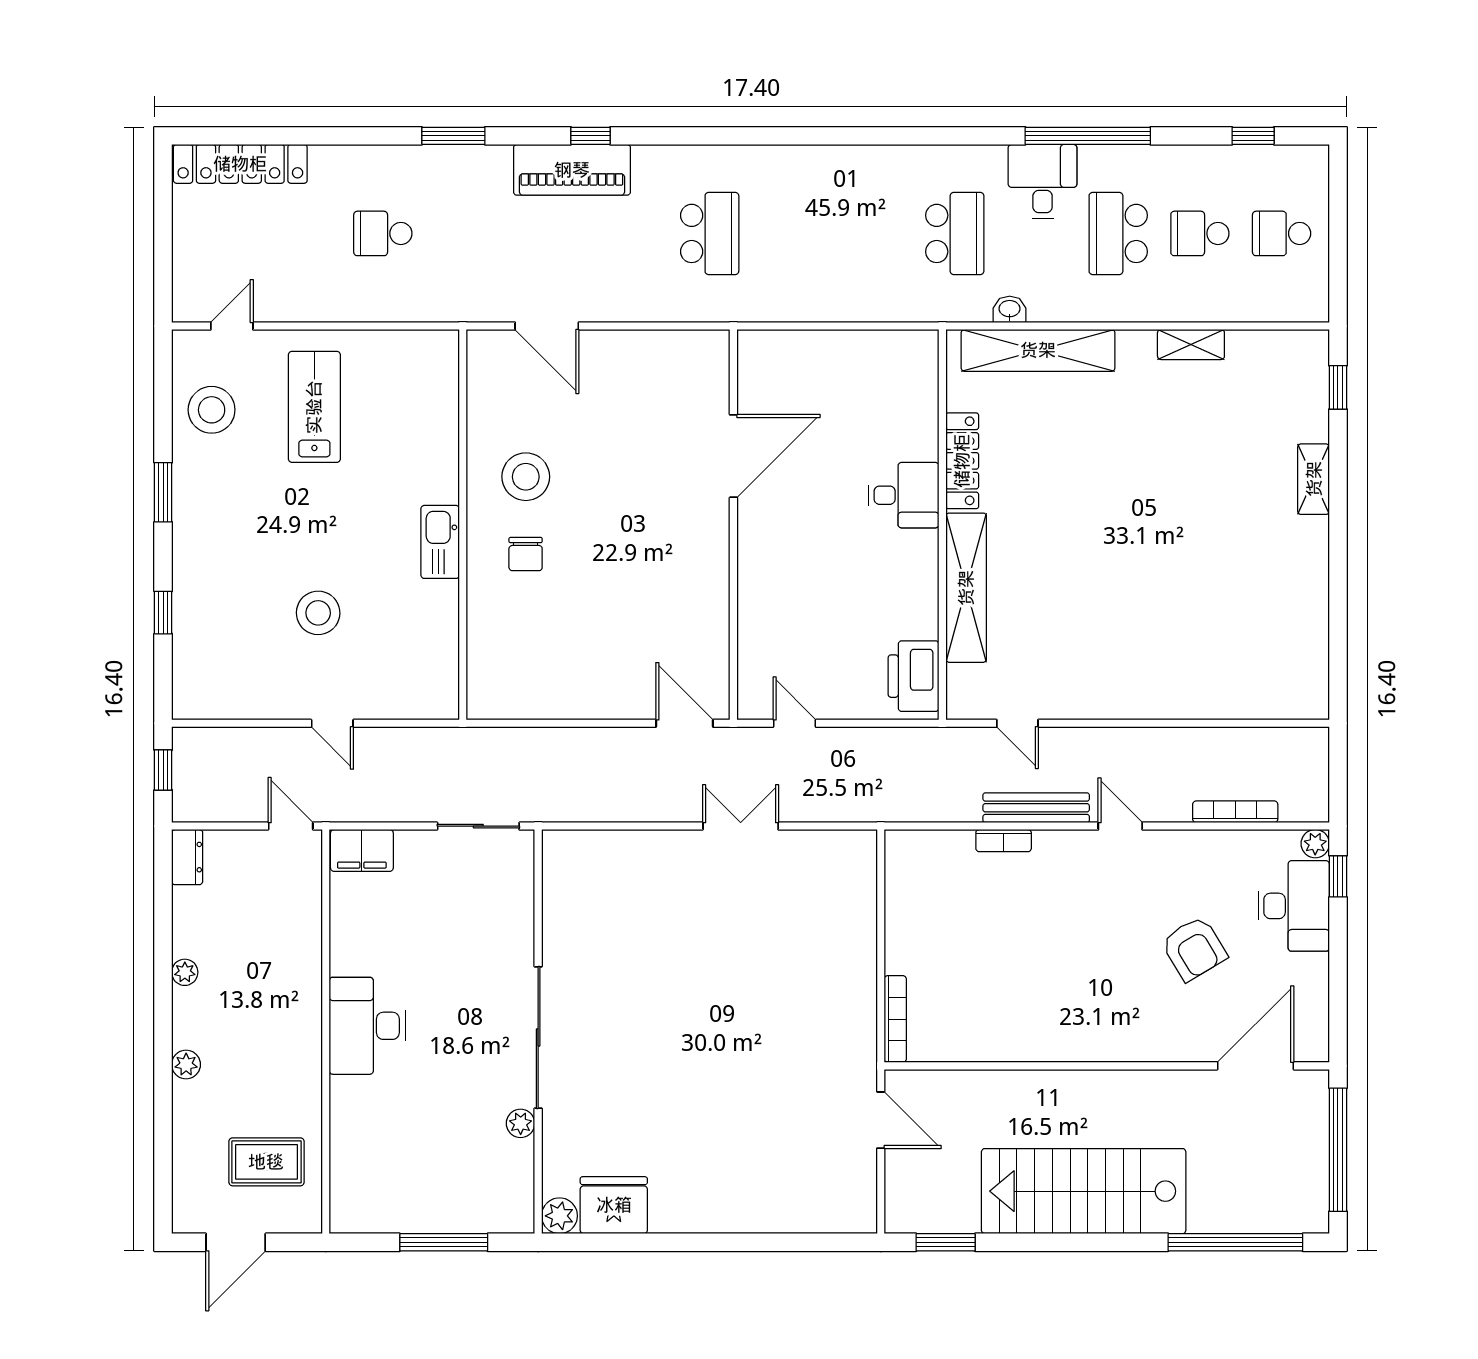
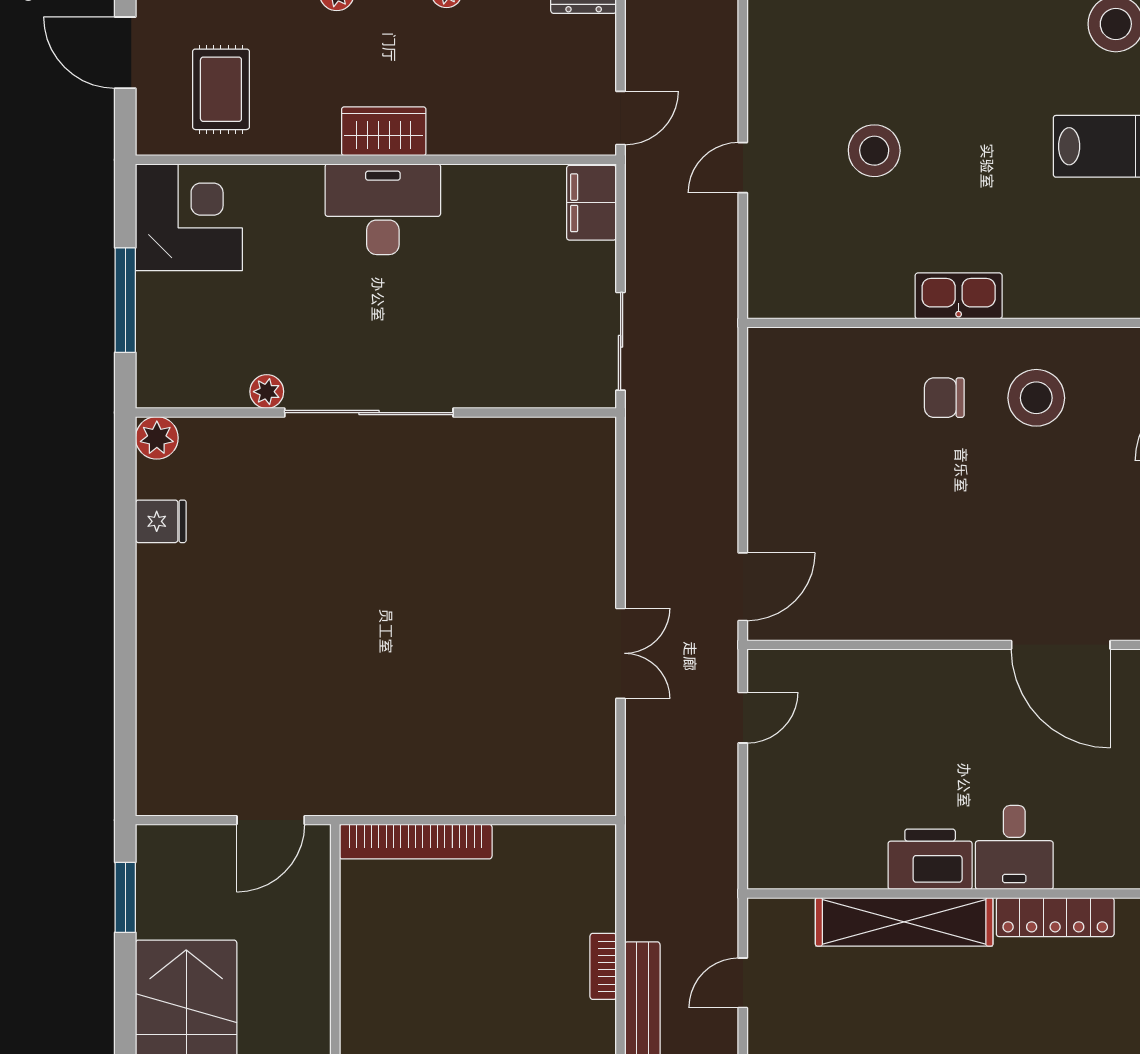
printer: (914, 676) -> (930, 859), moved
bookcase: (895, 1019) -> (416, 842), width x1.48, depth x1.31
wardrobe: (302, 1025) -> (384, 131), added
corner desk: (374, 1189) -> (189, 217), added
fridge: (614, 1205) -> (161, 521), width x0.53, depth x0.75

